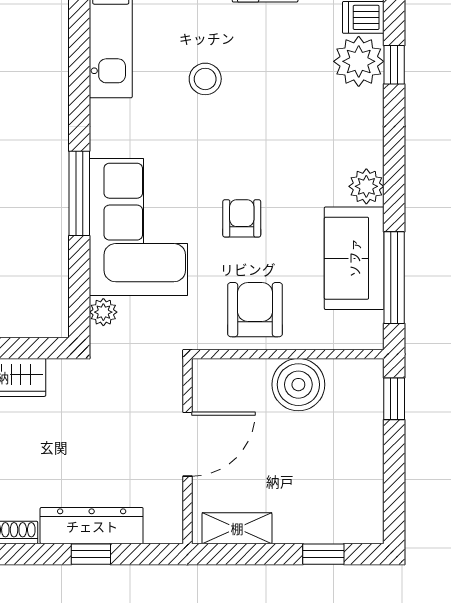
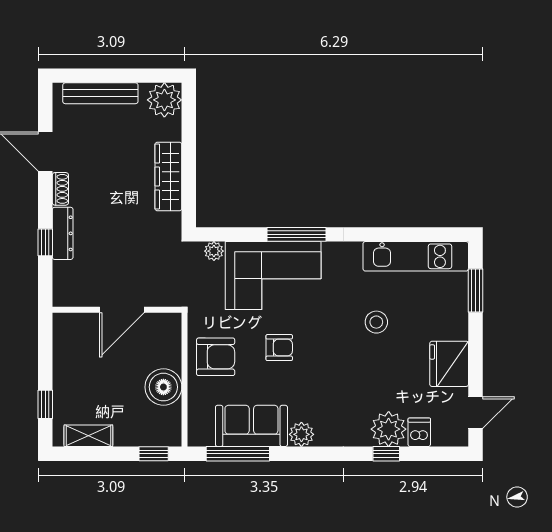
door: (187, 444) -> (122, 310), hinge flipped
dresser: (92, 526) -> (63, 233), width x0.73, depth x0.80
shelving: (237, 528) -> (88, 436), moved, turned 90

